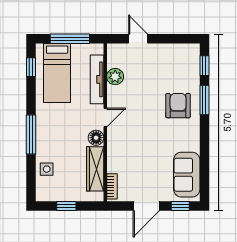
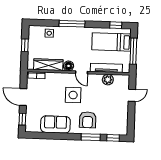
armchair: (178, 106) -> (88, 120), turned 90
side table: (141, 129) -> (73, 95), added
sofa: (187, 175) -> (55, 124), moved

